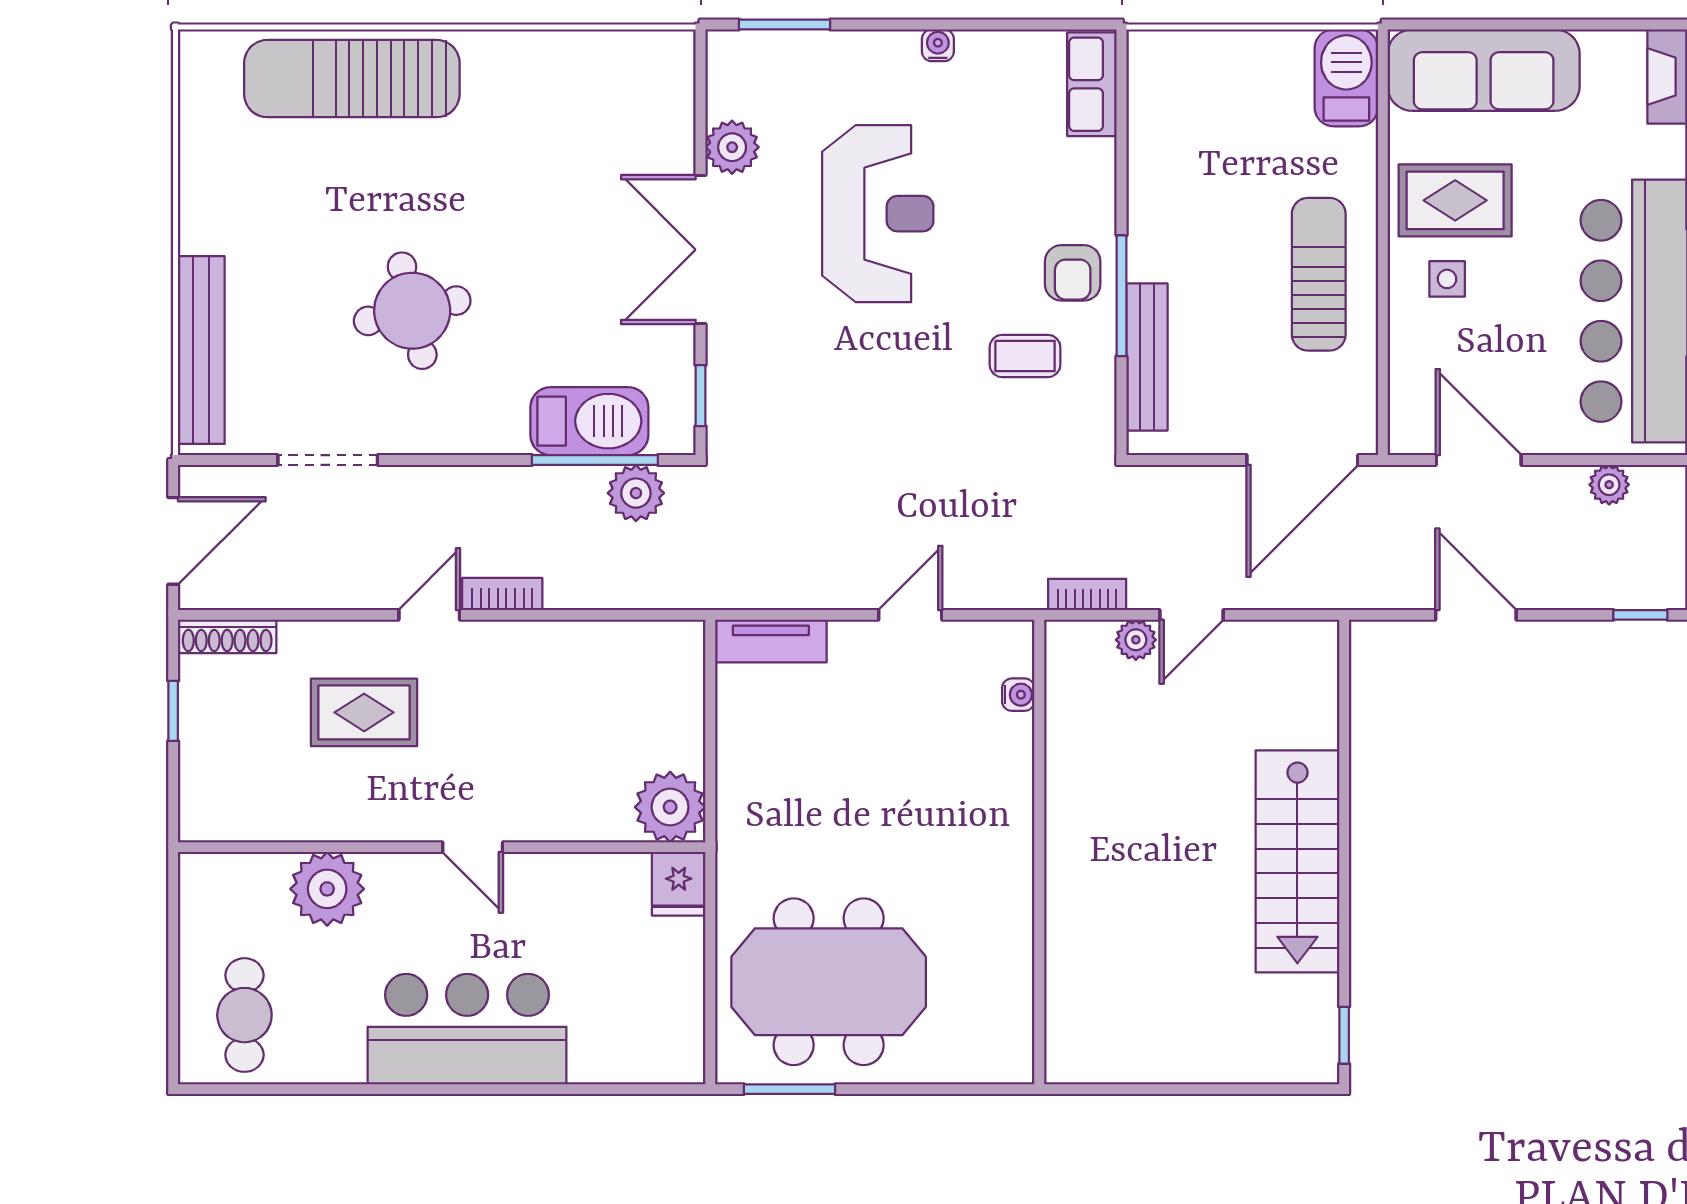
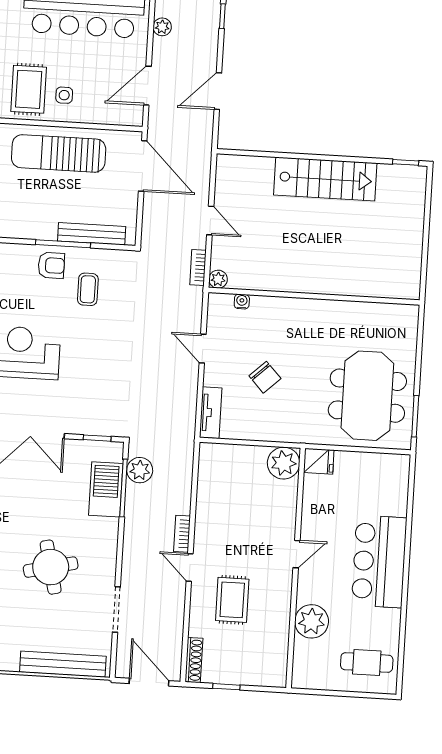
sun lounger: (1319, 274) -> (59, 153), width x1.36, depth x1.34
plant: (1136, 640) -> (218, 279), moved
chair: (856, 755) -> (265, 377), added

